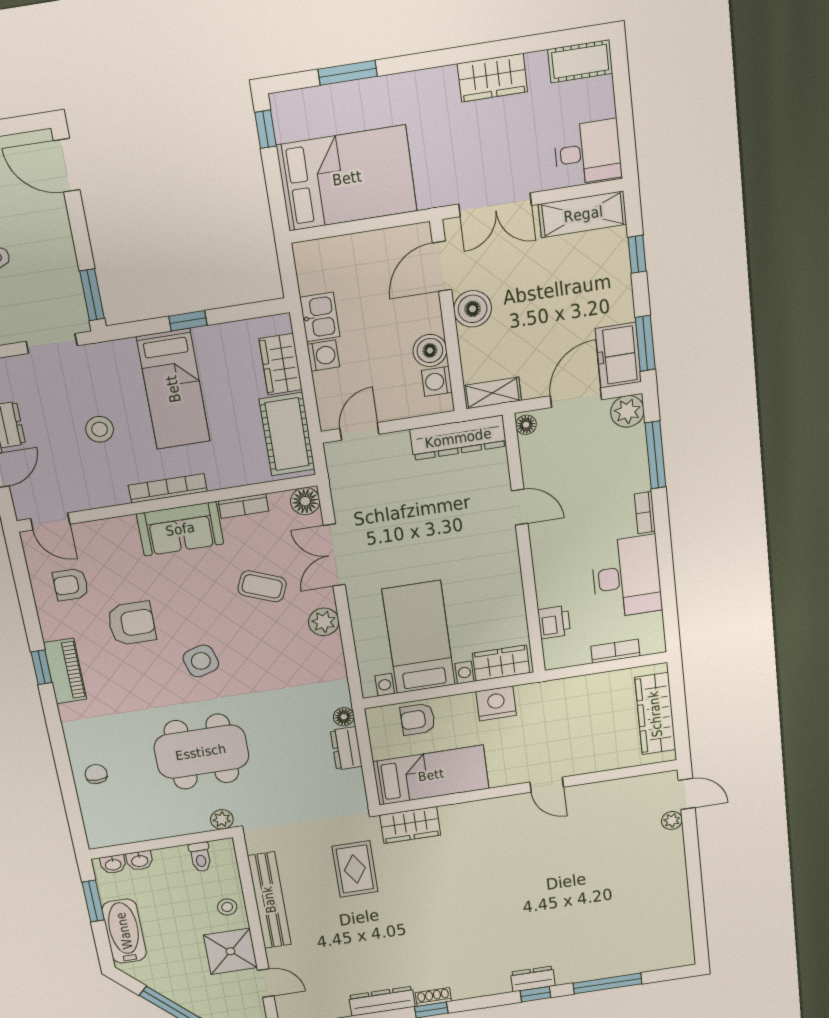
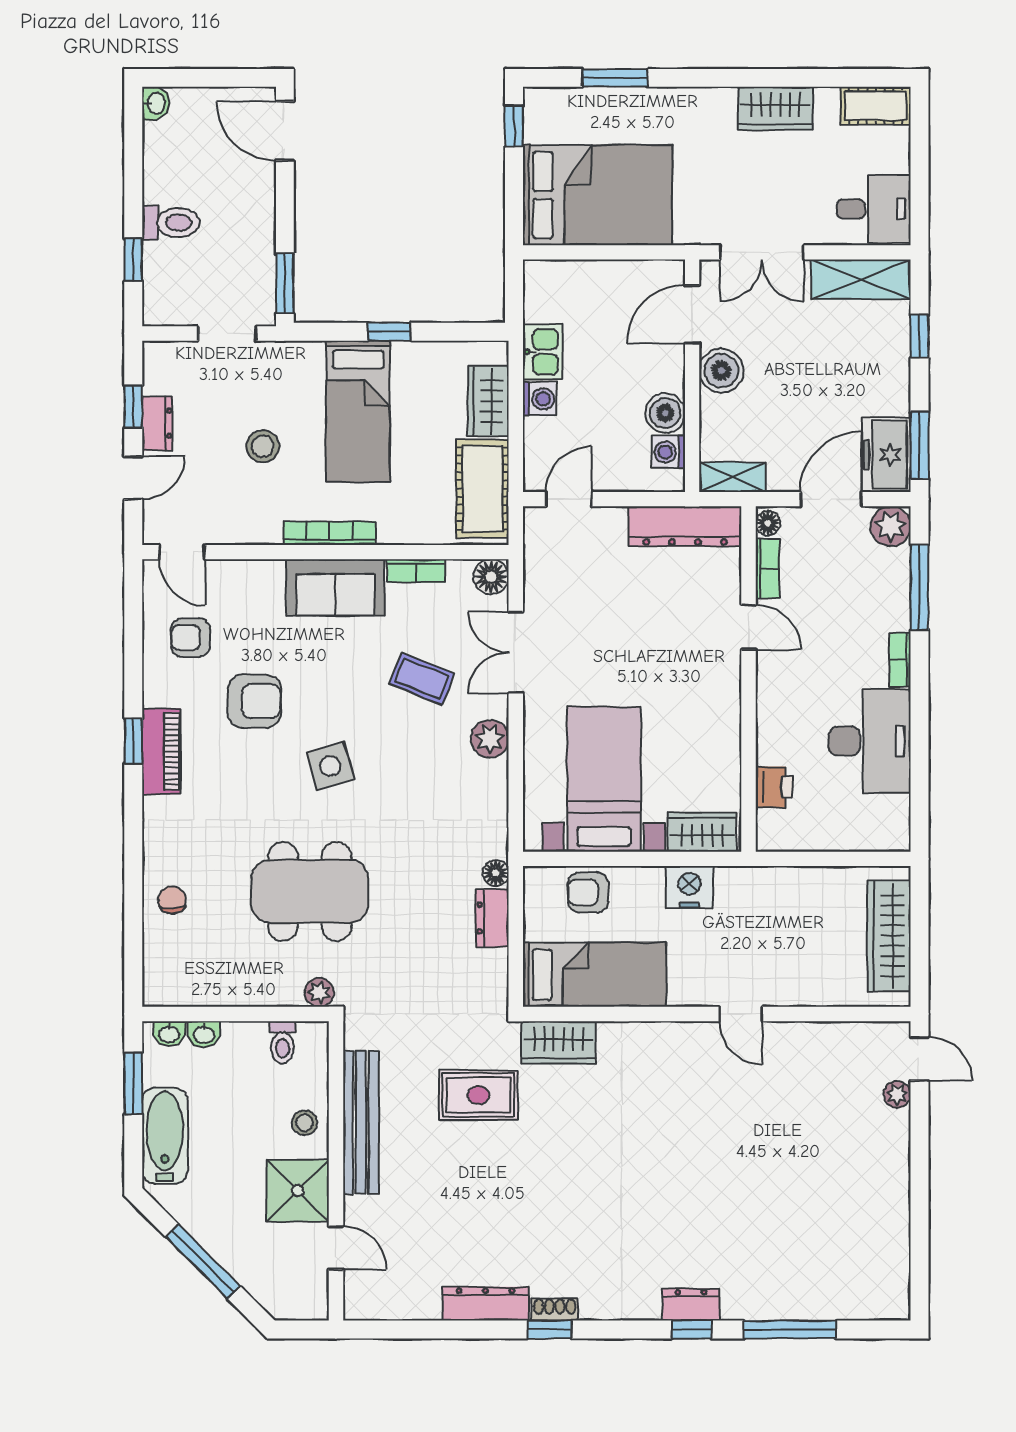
bookcase: (615, 651) -> (768, 568), moved, turned 90
rug: (355, 869) -> (478, 1095), turned 90

